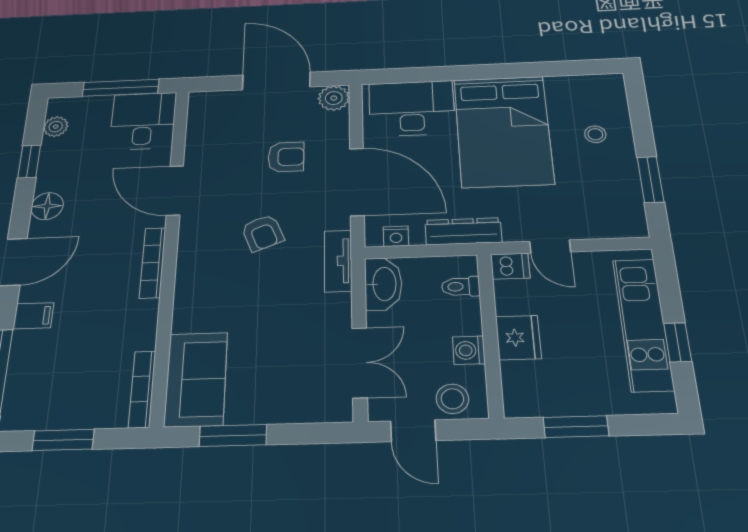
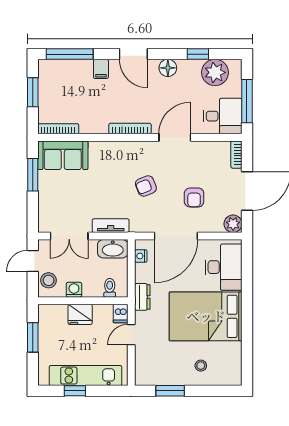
bookcase: (212, 99) -> (236, 155), added
plant: (56, 127) -> (215, 72), width x1.88, depth x1.88
dresser: (463, 231) -> (142, 297), width x0.70
tv unit: (338, 261) -> (111, 226), moved

